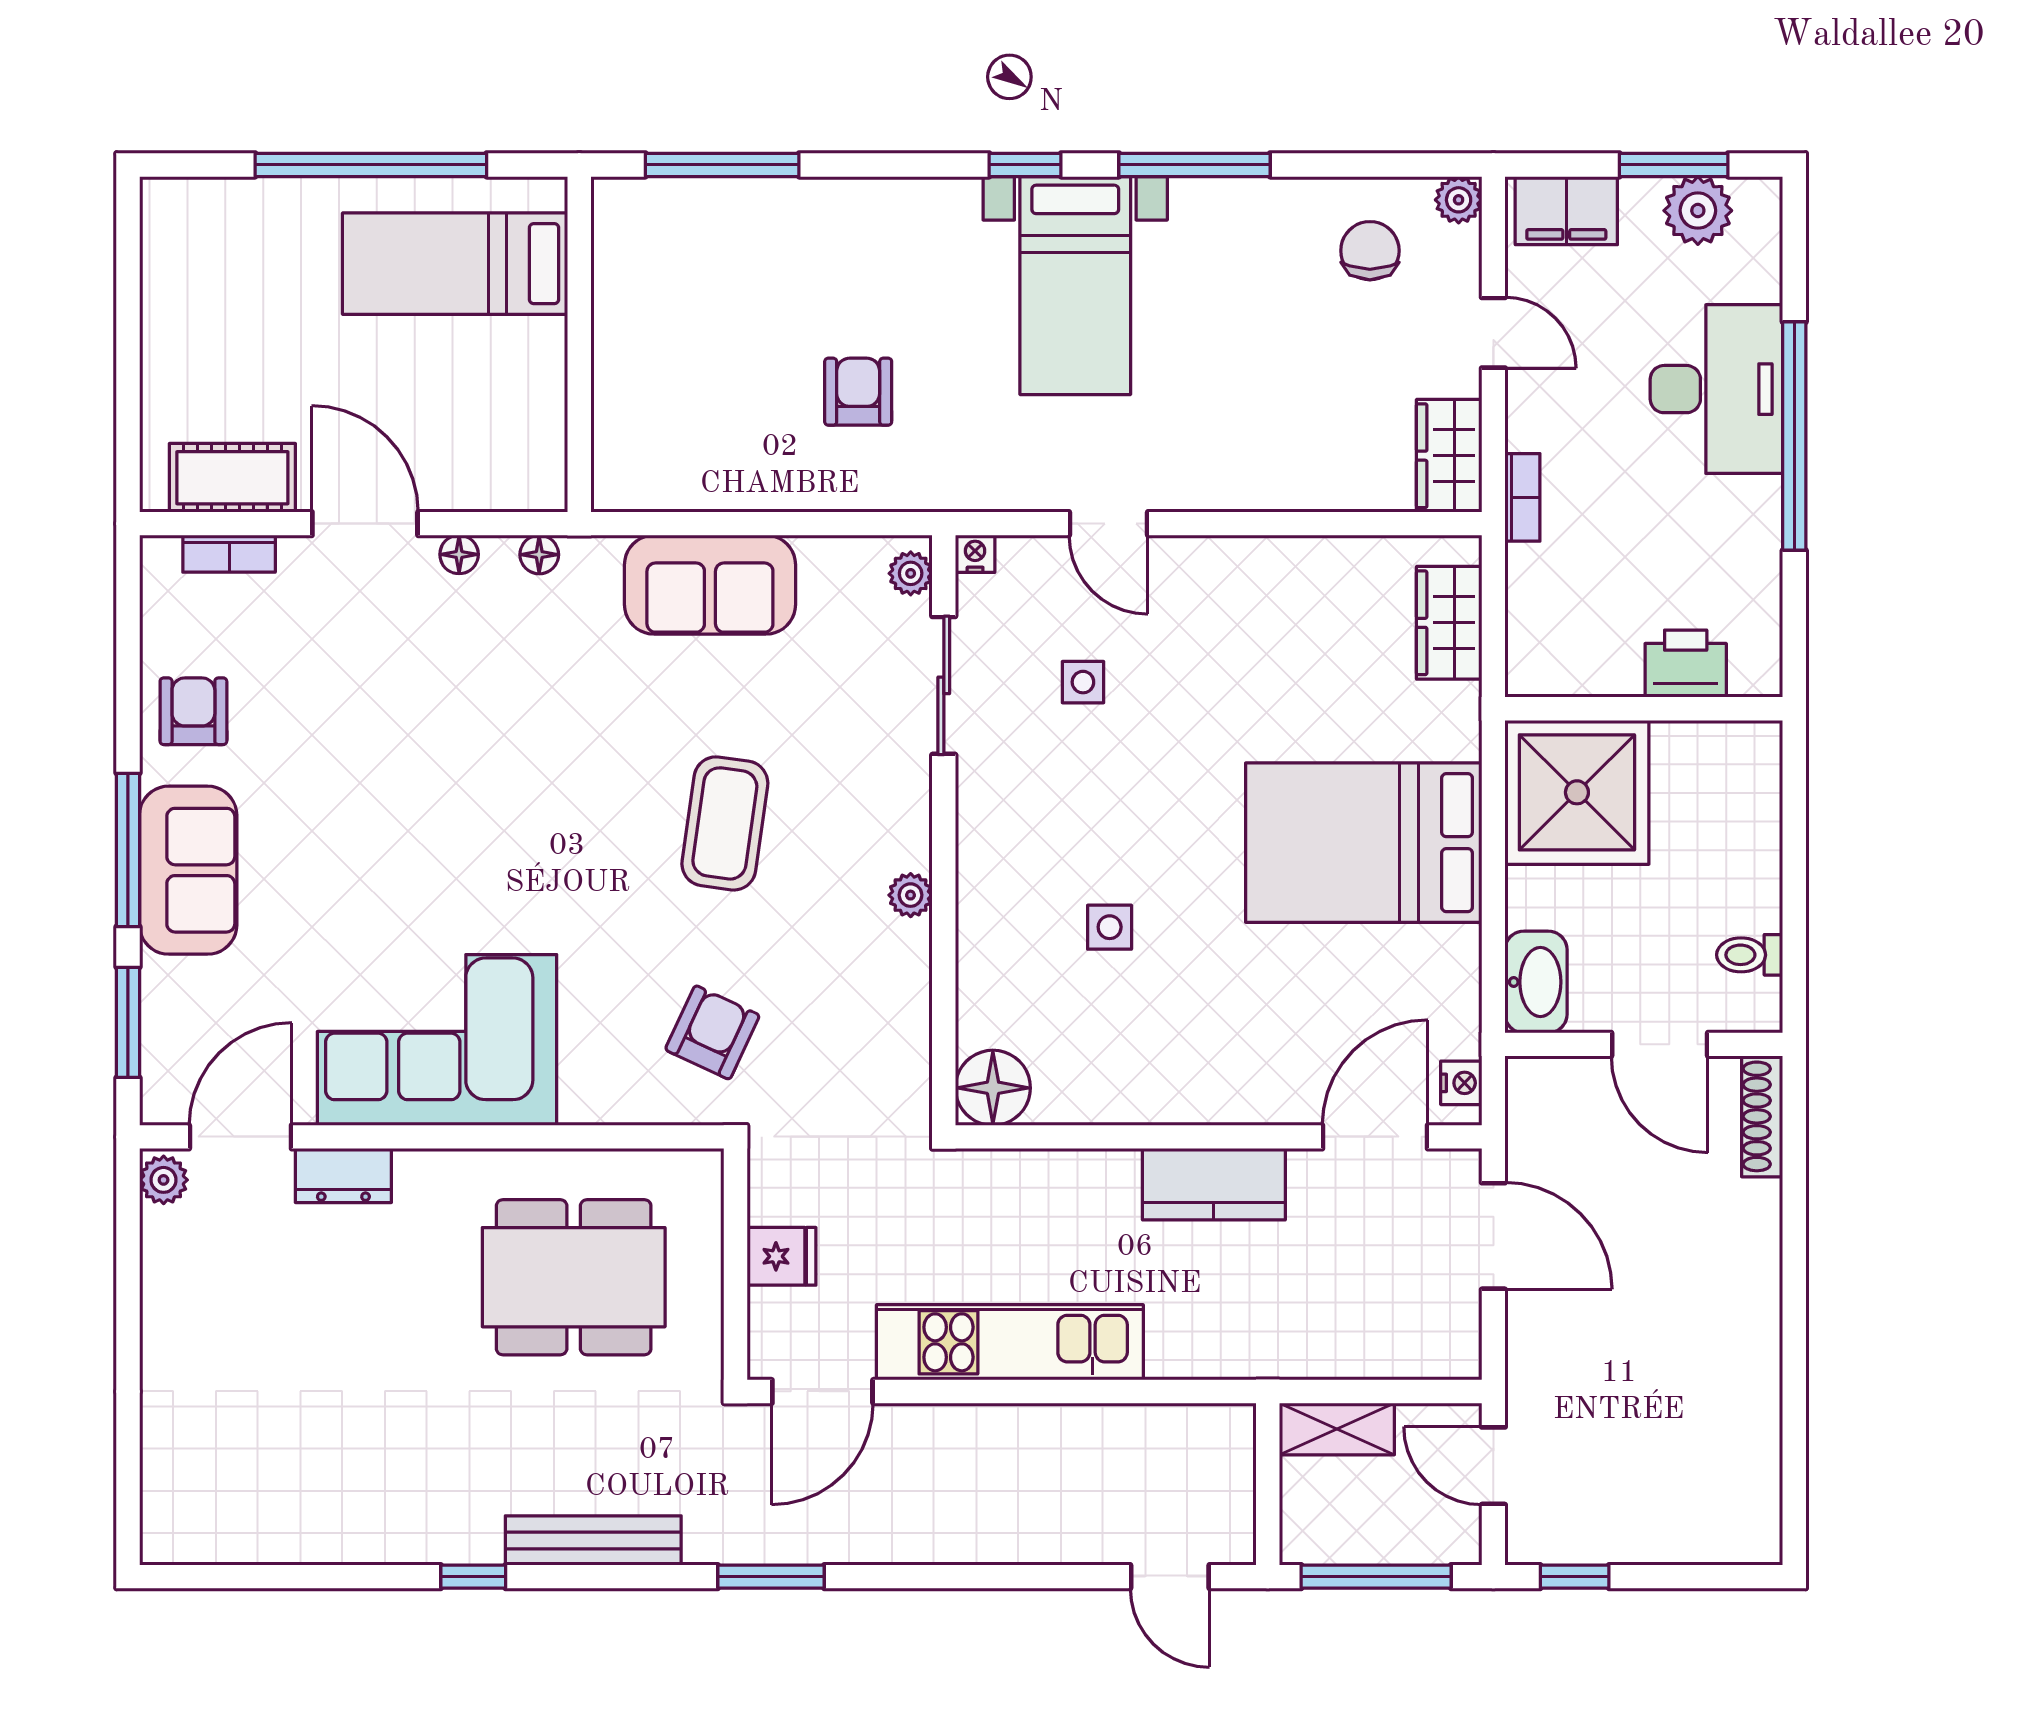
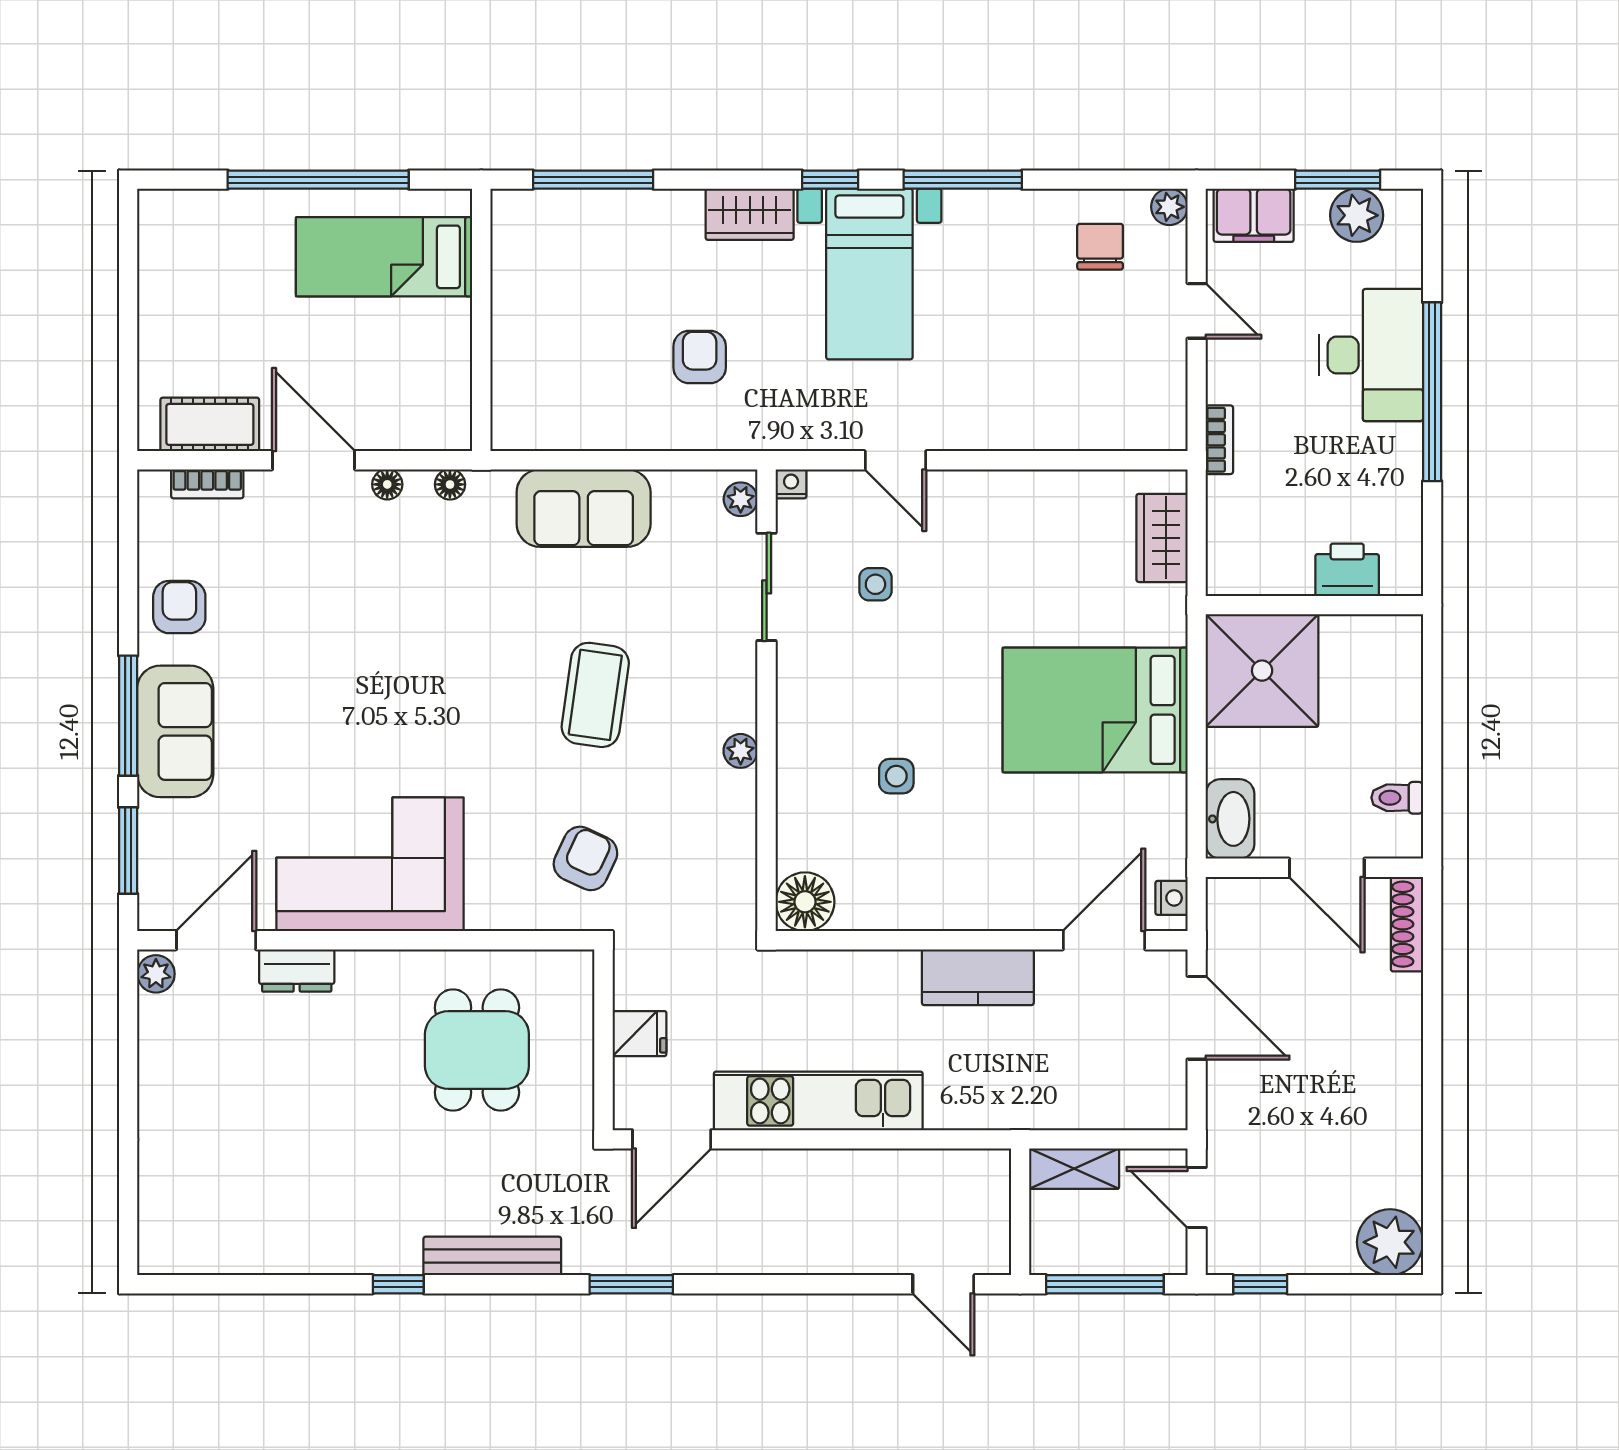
wardrobe: (1449, 456) -> (750, 214), moved, turned -90
dining table: (574, 1277) -> (477, 1050), width x0.73
plant: (1741, 1523) -> (1390, 1242), added

